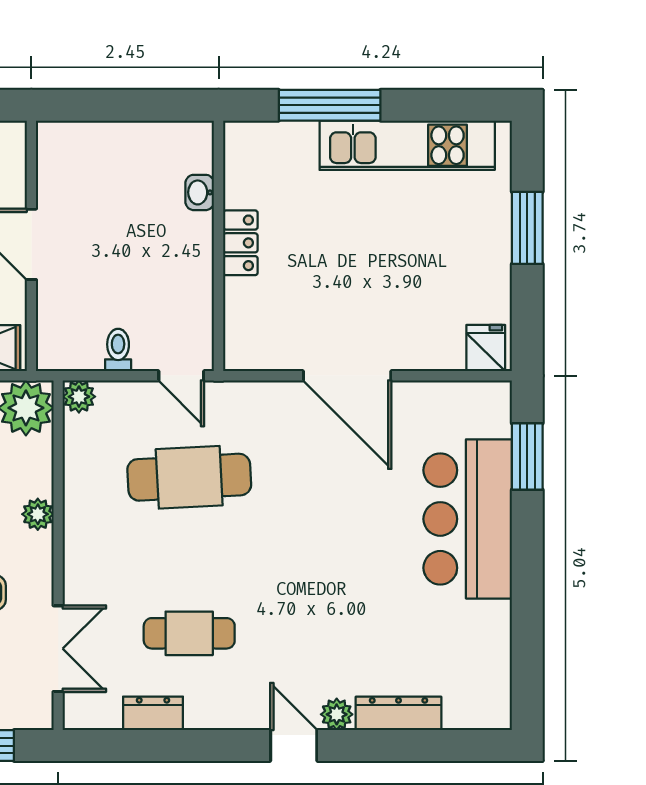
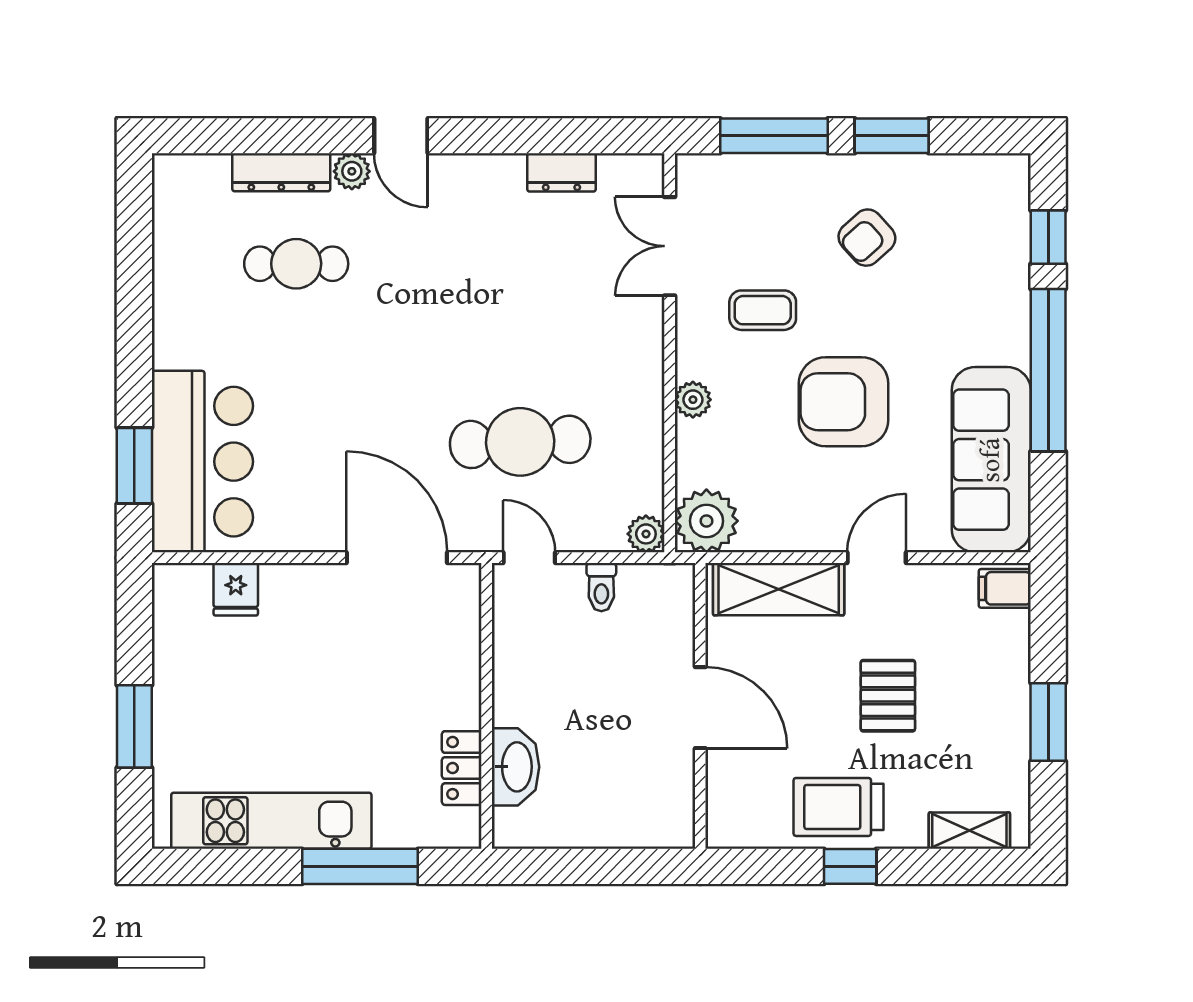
washbasin: (200, 192) -> (516, 767), width x1.91, depth x1.45
locker: (240, 243) -> (462, 768), moved
fridge: (486, 348) -> (236, 589), moved
door: (347, 376) -> (397, 558), moved
bar counter: (468, 519) -> (202, 462), moved
cafe table: (189, 633) -> (296, 264), moved

